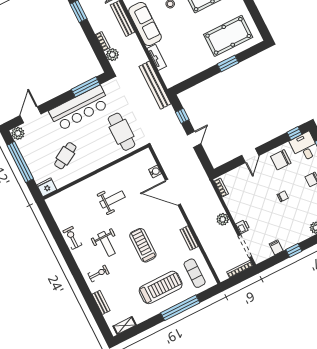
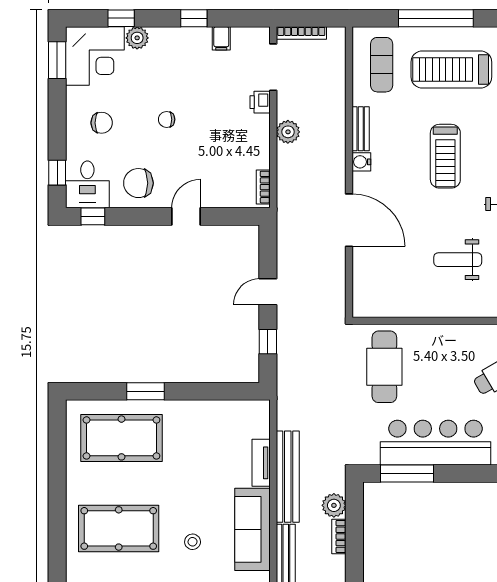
bench: (155, 85) -> (288, 477), moved
chair: (281, 160) -> (138, 183), turned 180
water cooler: (155, 171) -> (361, 162), moved

